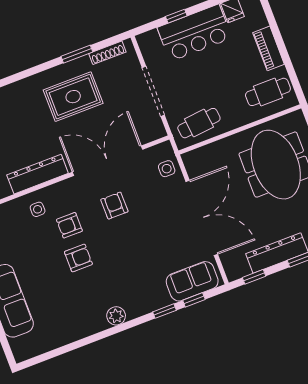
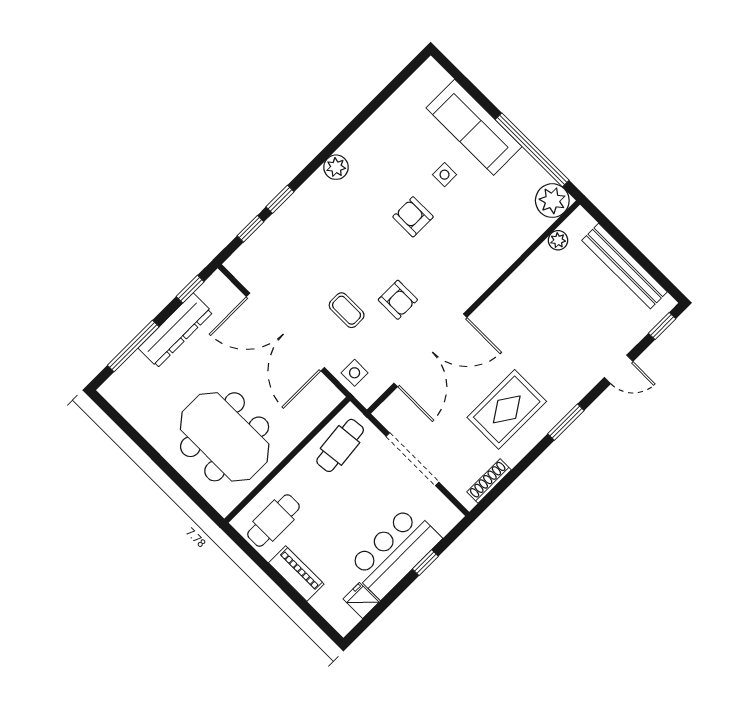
window: (77, 54) -> (566, 422), moved
dresser: (38, 174) -> (508, 296), removed
side table: (38, 209) -> (445, 175), moved
coffee table: (153, 214) -> (347, 310), added
armchair: (69, 225) -> (442, 252), removed
armchair: (78, 258) -> (413, 217), turned 90
sofa: (192, 281) -> (263, 250), removed

